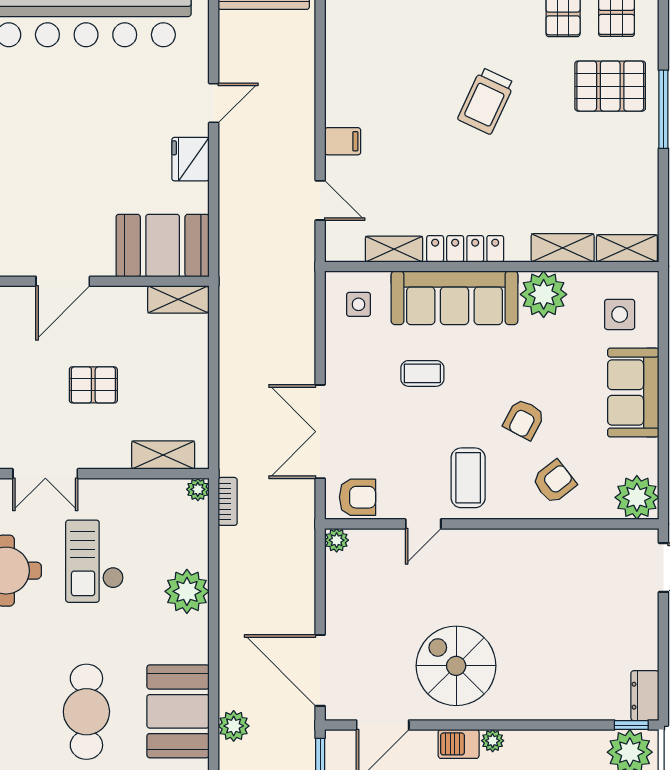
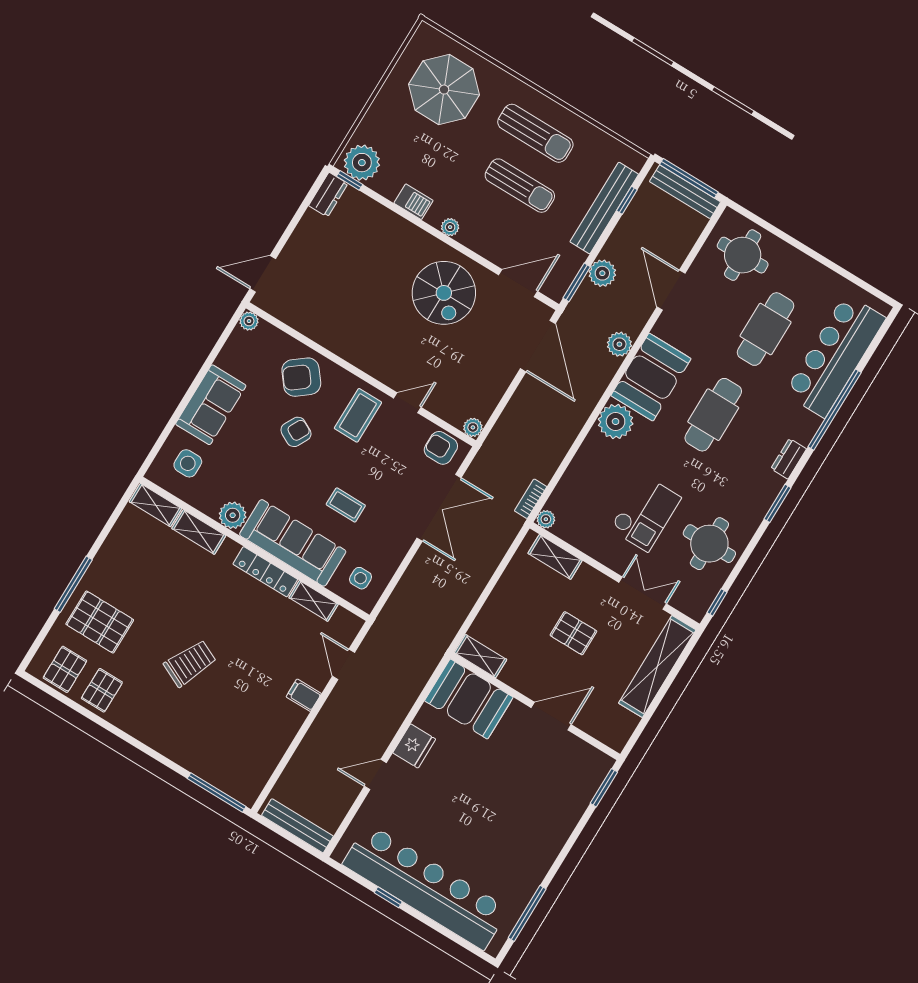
plant: (544, 294) -> (233, 515), width x0.73, depth x0.73
armchair: (554, 482) -> (301, 377), width x1.38, depth x1.38
plant: (637, 497) -> (249, 321), width x0.53, depth x0.53
plant: (187, 591) -> (616, 421), moved
barbecue: (459, 744) -> (413, 202), moved

